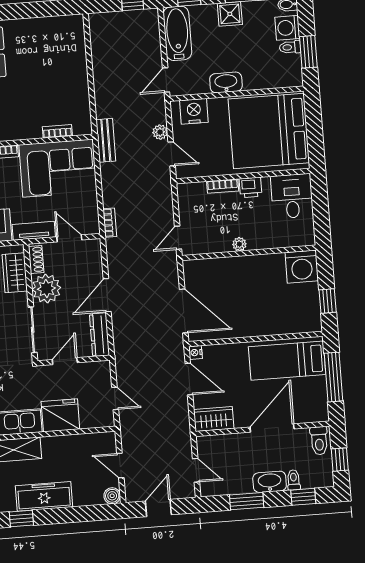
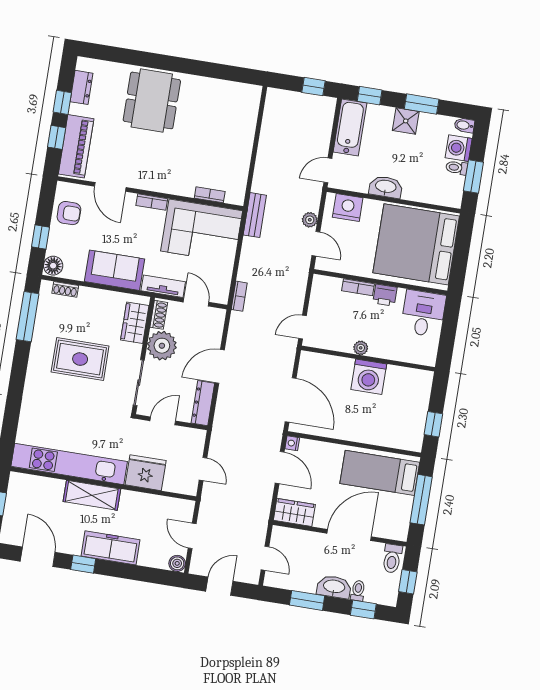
washing machine: (302, 267) -> (369, 377), moved

